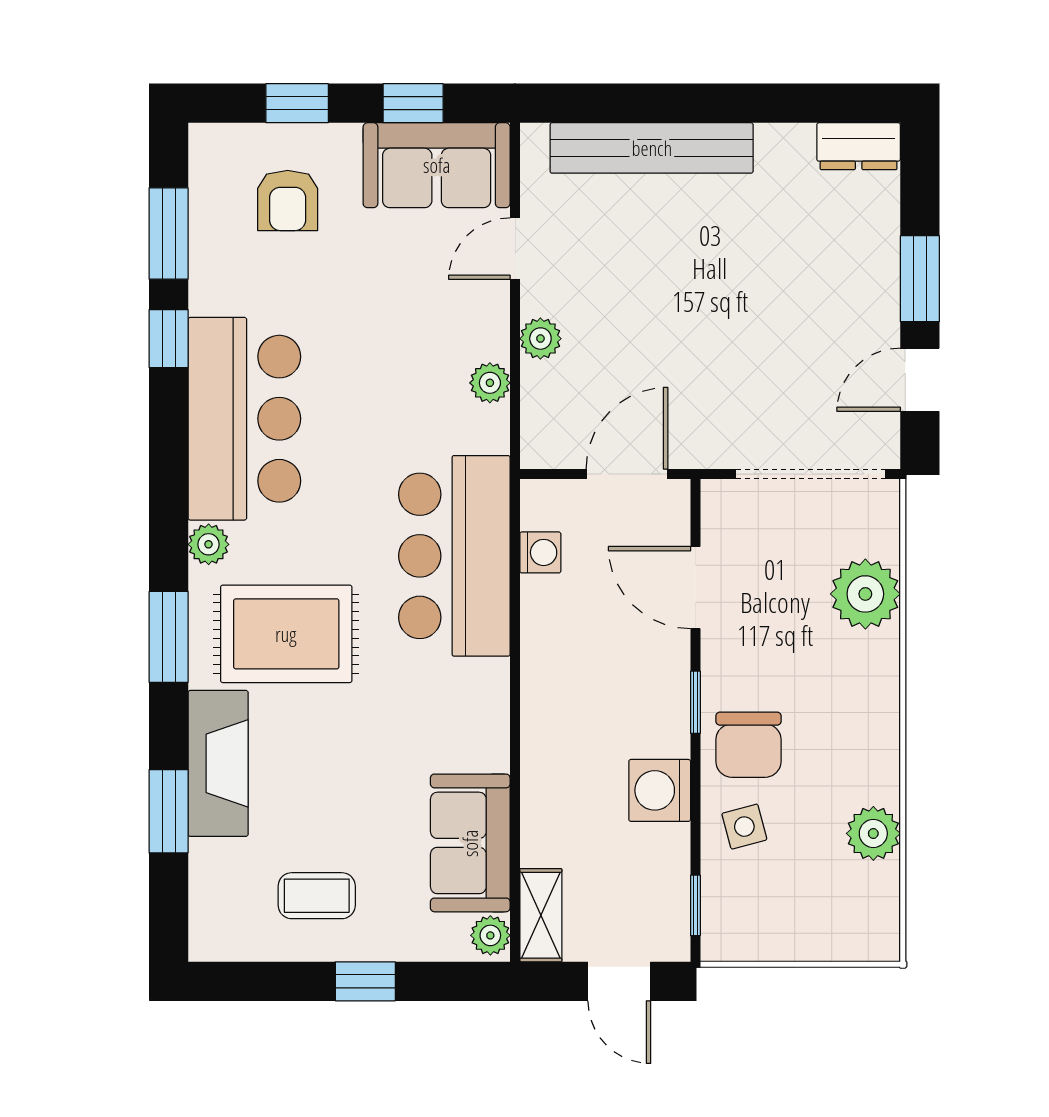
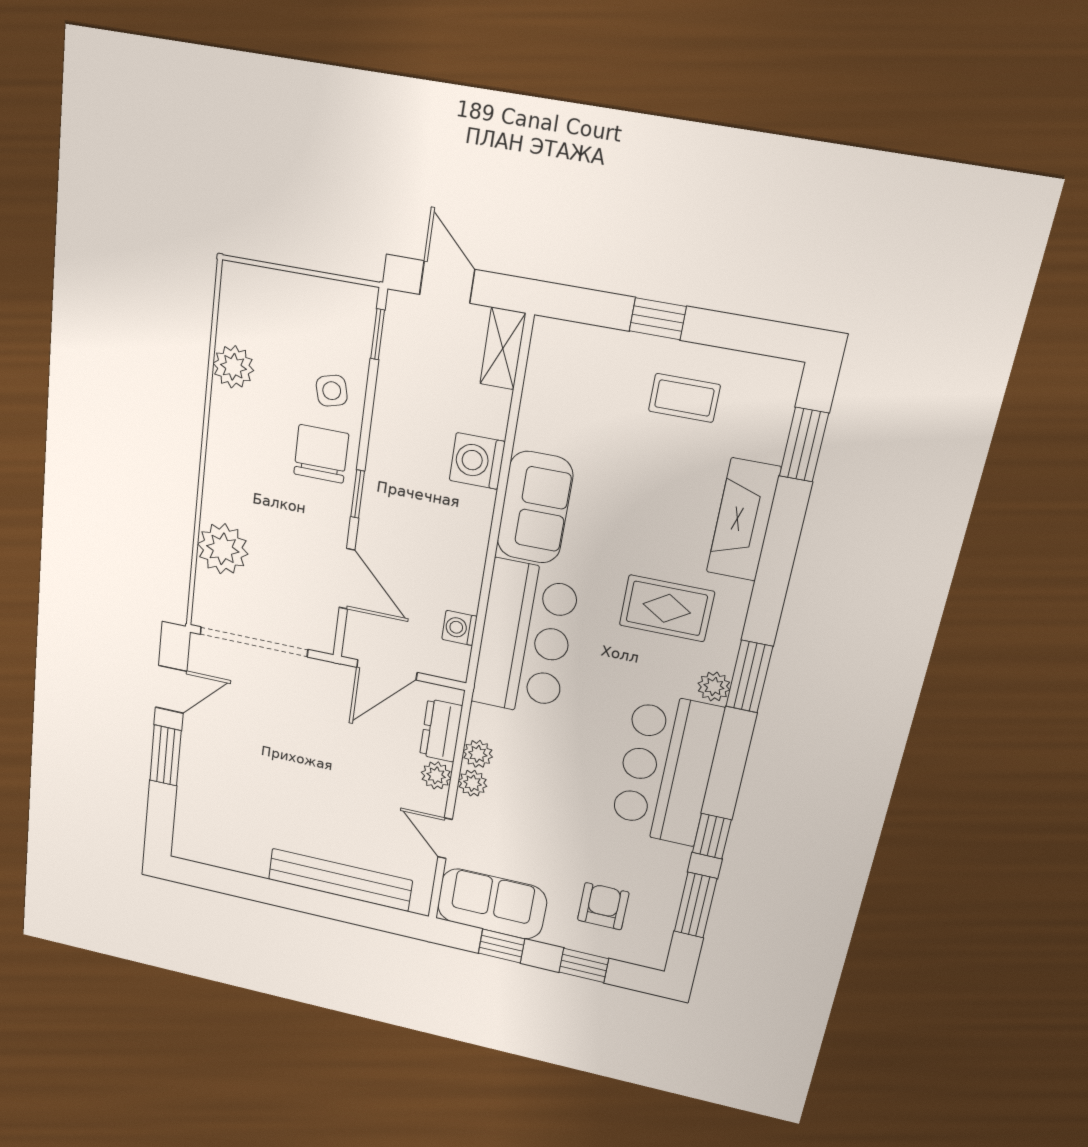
dresser: (859, 146) -> (441, 731), moved, turned -90
door: (515, 249) -> (445, 838), swing flipped
rug: (286, 634) -> (667, 608), width x0.73, depth x0.70
window: (169, 637) -> (749, 677), moved
washing machine: (660, 790) -> (477, 461), moved, turned 180
window: (169, 811) -> (804, 445), moved
sofa: (470, 843) -> (535, 508), moved
plant: (490, 935) -> (473, 783), moved

